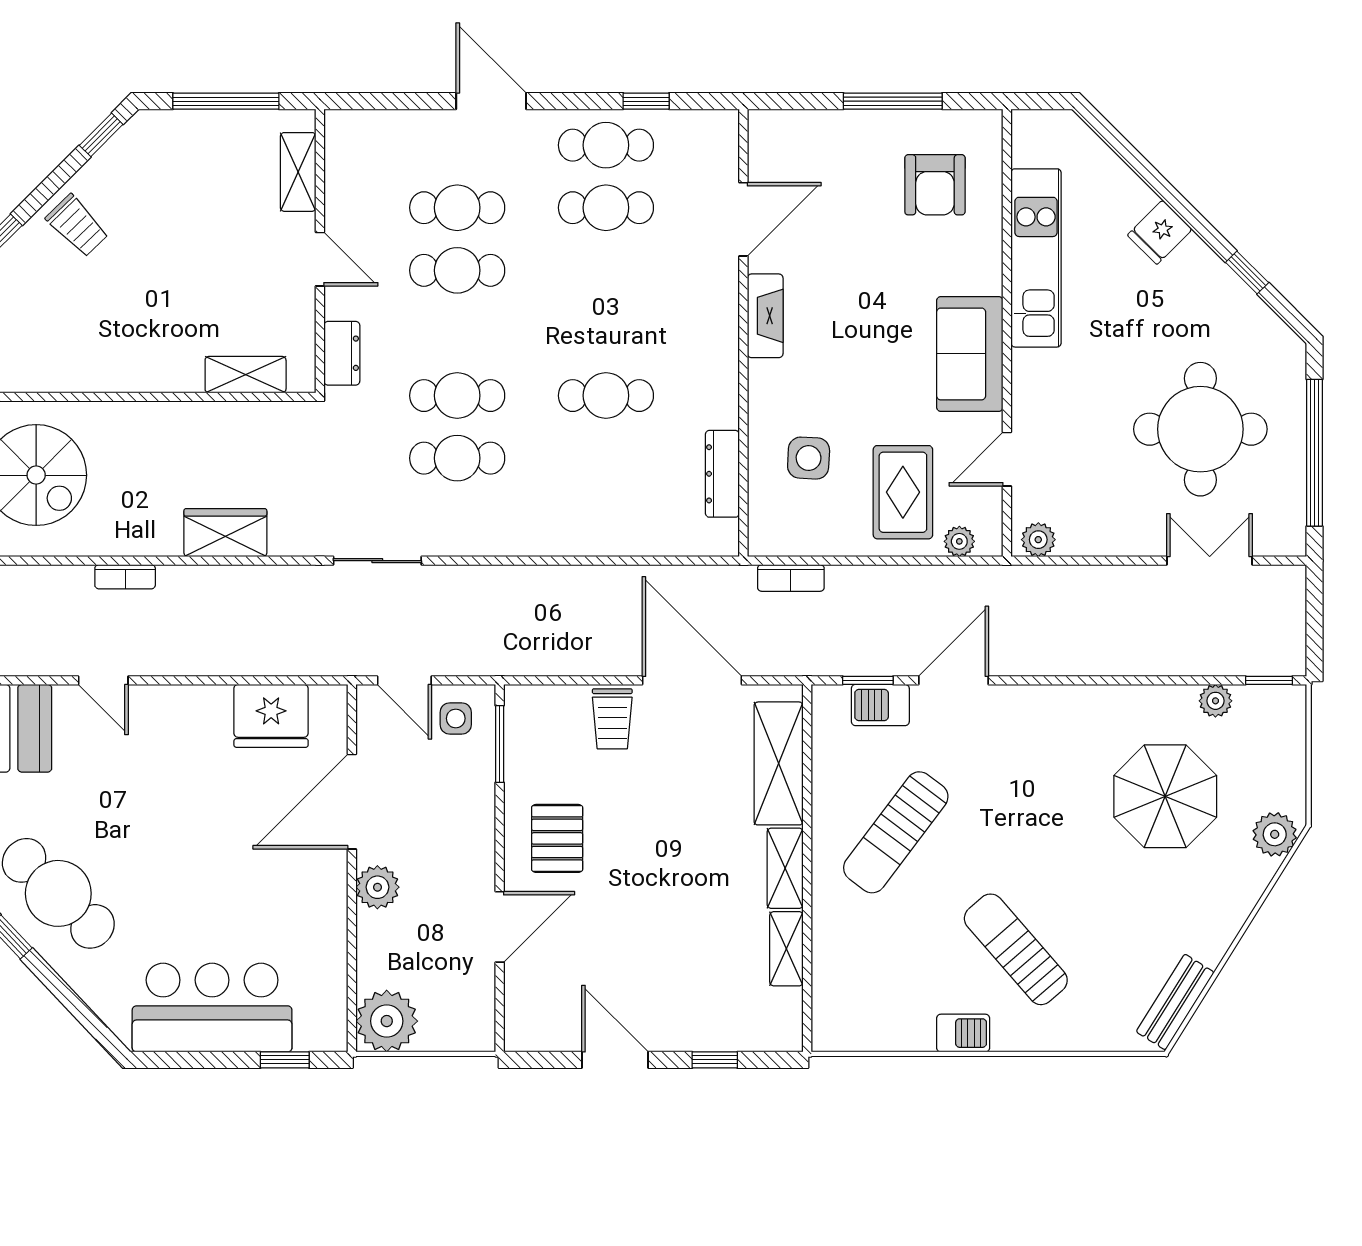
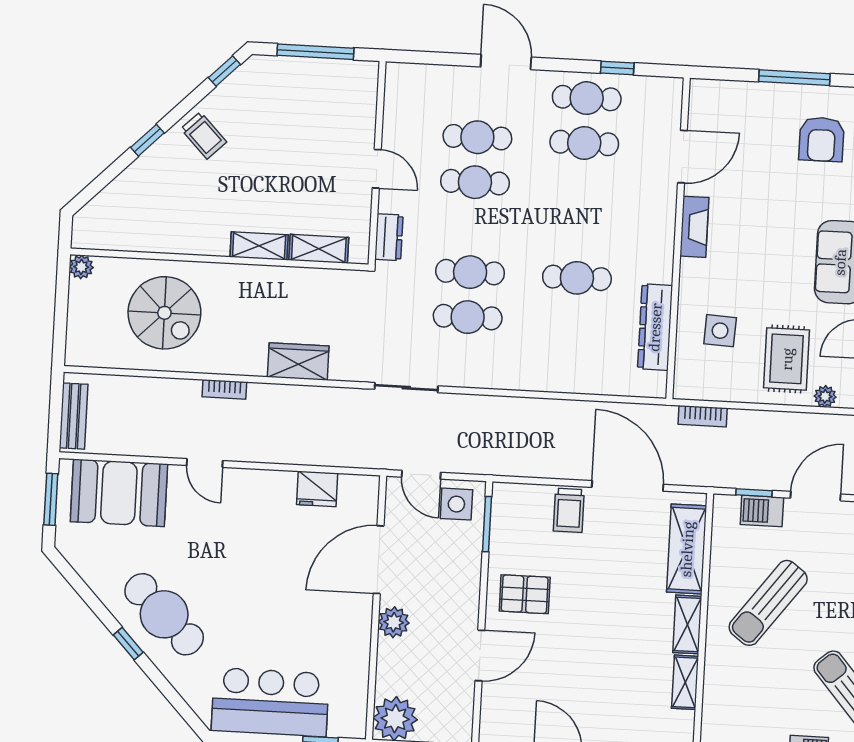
shelving: (298, 172) -> (259, 246), moved, turned 90
dresser: (722, 474) -> (655, 327), width x1.37, depth x1.24
fridge: (271, 716) -> (317, 489), width x0.73, depth x0.75
side table: (456, 718) -> (456, 504), width x1.37, depth x1.37
pallet: (557, 838) -> (525, 594), turned 90

